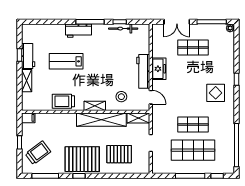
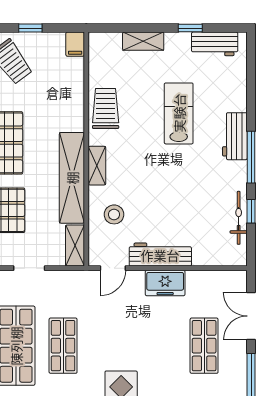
workbench: (28, 56) -> (215, 44), moved

